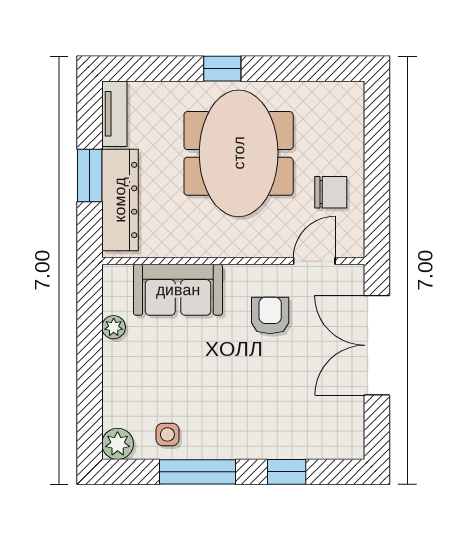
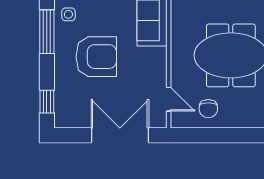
armchair: (270, 315) -> (96, 57), moved, width x1.88, depth x1.88
window: (287, 472) -> (47, 102), moved

